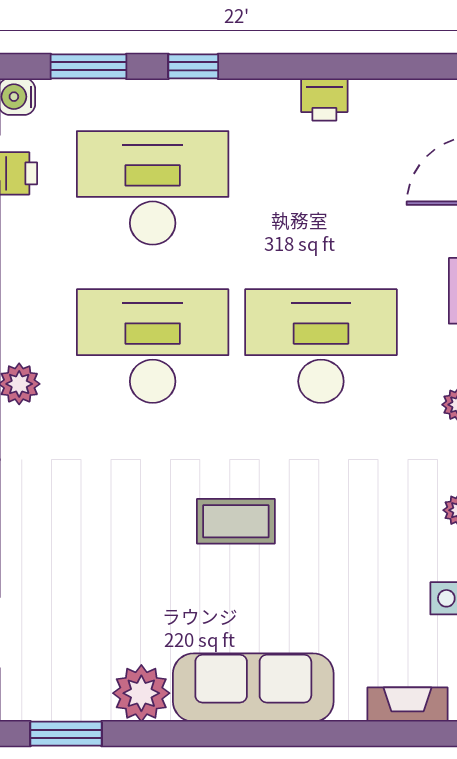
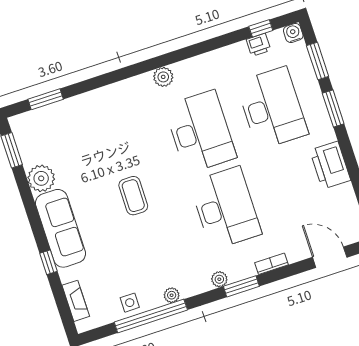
window: (193, 66) -> (333, 108), width x1.50
printer: (324, 99) -> (330, 165), width x1.87, depth x1.48
window: (313, 734) -> (48, 262), added

